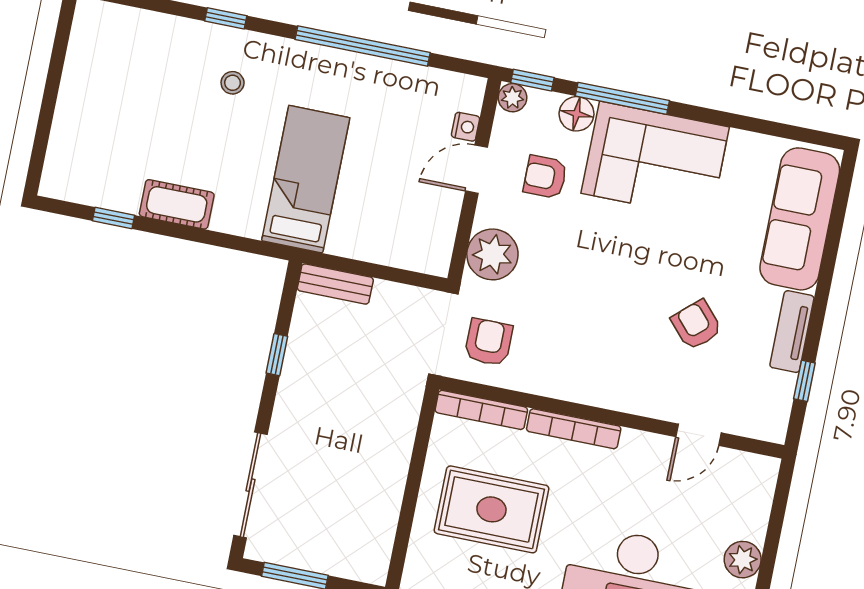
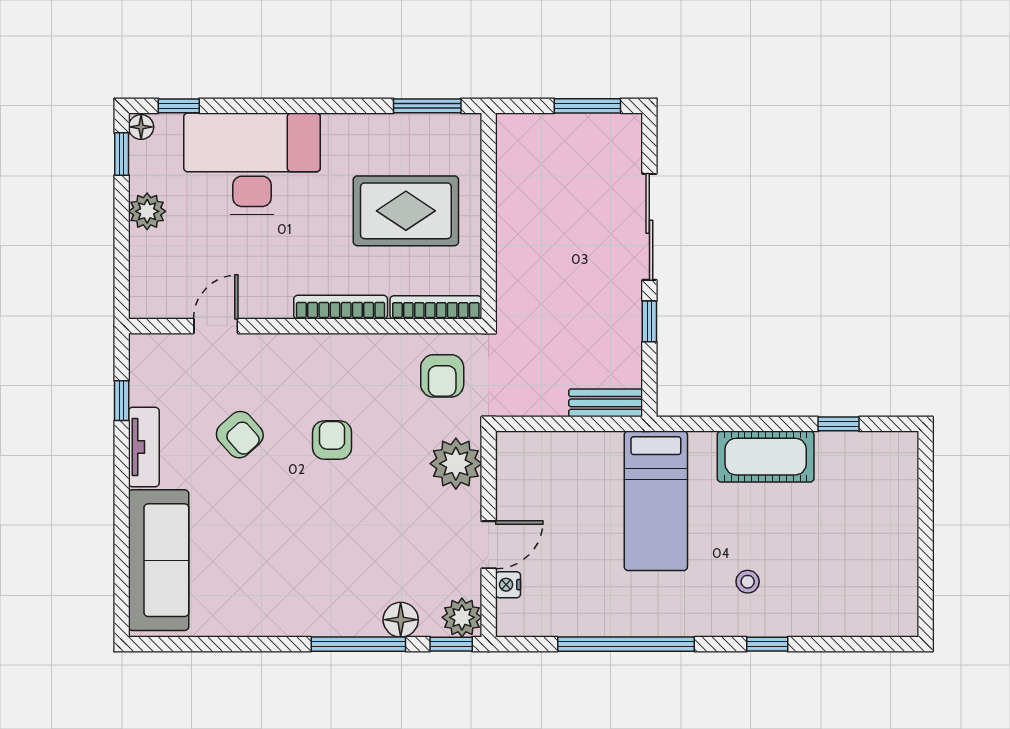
plant: (512, 98) -> (462, 617), width x1.38, depth x1.38
corner sofa: (655, 160) -> (314, 590), removed
armchair: (545, 177) -> (332, 440), moved, turned -90
cot: (177, 204) -> (766, 457), width x1.37, depth x1.34
sliding door: (250, 485) -> (649, 227), moved

